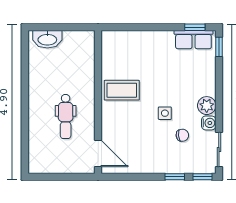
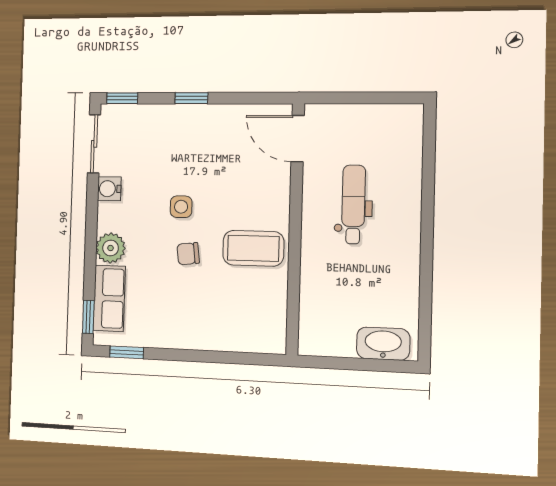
row of seats: (193, 40) -> (109, 298), moved, turned 90
plant: (207, 106) -> (111, 248), moved
chair: (182, 135) -> (188, 254), moved
window: (175, 177) -> (191, 98), moved

